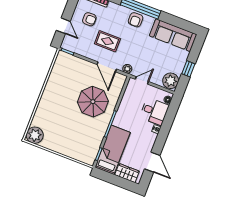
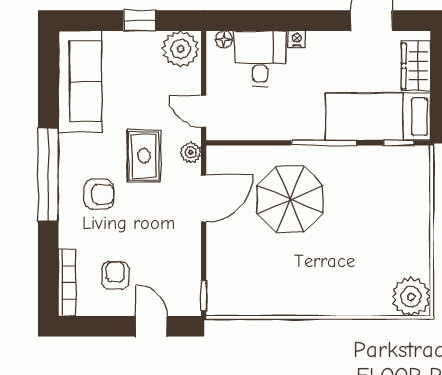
armchair: (136, 20) -> (99, 194), moved
door: (63, 26) -> (151, 326), hinge flipped
rug: (107, 41) -> (144, 156), moved

